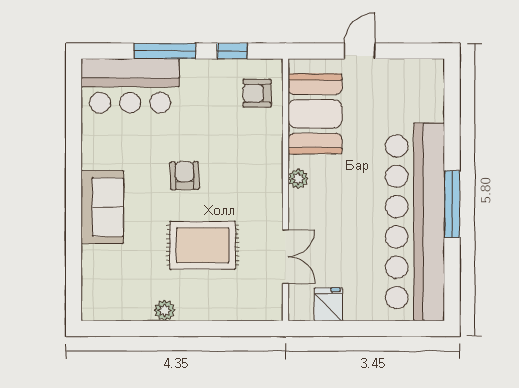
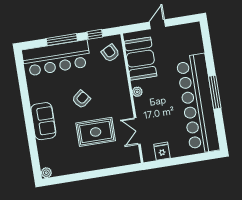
bar counter: (130, 86) -> (56, 58), width x1.36
armchair: (257, 93) -> (110, 53), turned 63
armchair: (185, 176) -> (81, 99), turned 52
double door: (286, 257) -> (137, 131), swing flipped
plant: (165, 310) -> (46, 173), moved

